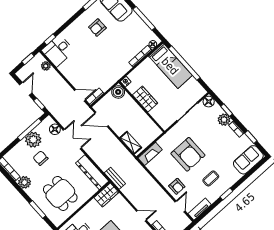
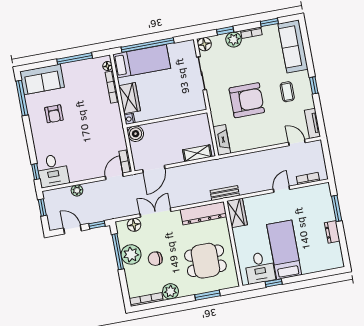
plant: (46, 66) -> (77, 190), moved
wardrobe: (145, 99) -> (129, 98), moved, turned 90
sofa: (248, 160) -> (293, 46), width x1.36
armchair: (177, 186) -> (273, 133), removed

